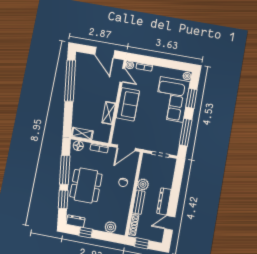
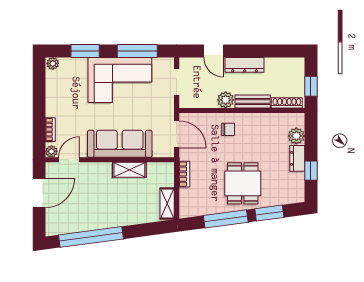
corner sofa: (172, 99) -> (120, 80), moved
sofa: (128, 104) -> (120, 144), width x1.36
floor lamp: (78, 146) -> (186, 206), removed
dining table: (86, 185) -> (243, 183), width x0.73
dresser: (76, 221) -> (297, 158), moved
door: (170, 223) -> (214, 51), moved

